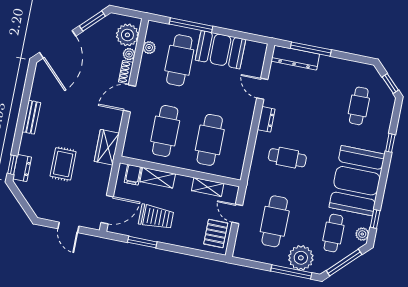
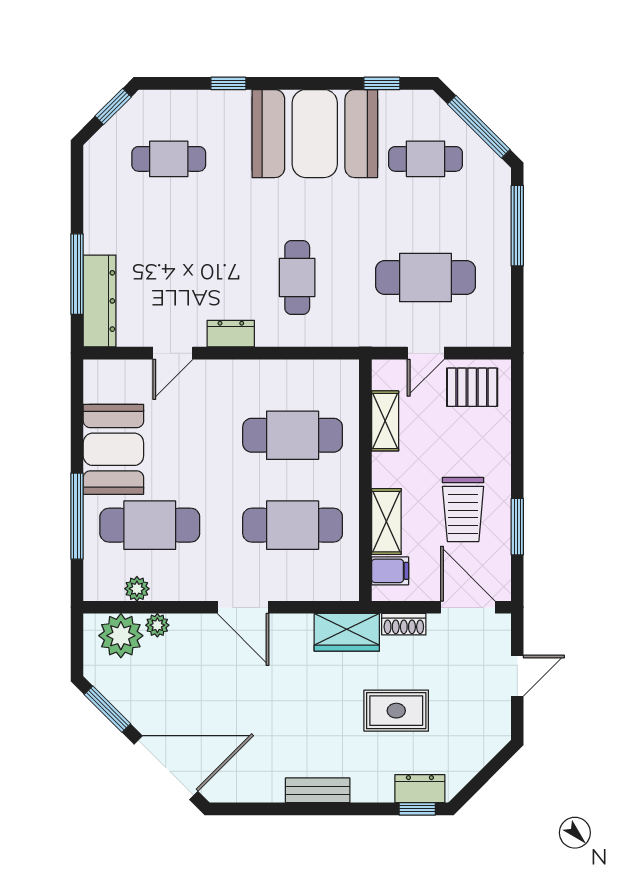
shoe rack: (126, 72) -> (404, 624), moved
trolley: (156, 217) -> (463, 510), turned 180
plant: (362, 234) -> (416, 102), removed
plant: (301, 258) -> (486, 212), removed

